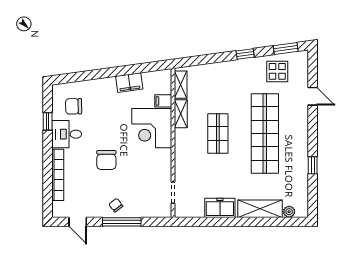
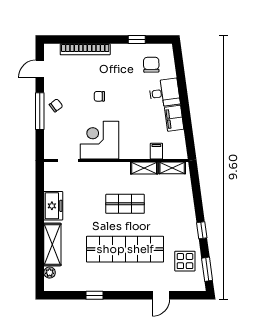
corner desk: (152, 128) -> (100, 140), moved
desk: (67, 134) -> (164, 93), moved, turned 82
chair: (106, 160) -> (99, 96), width x0.54, depth x0.54

